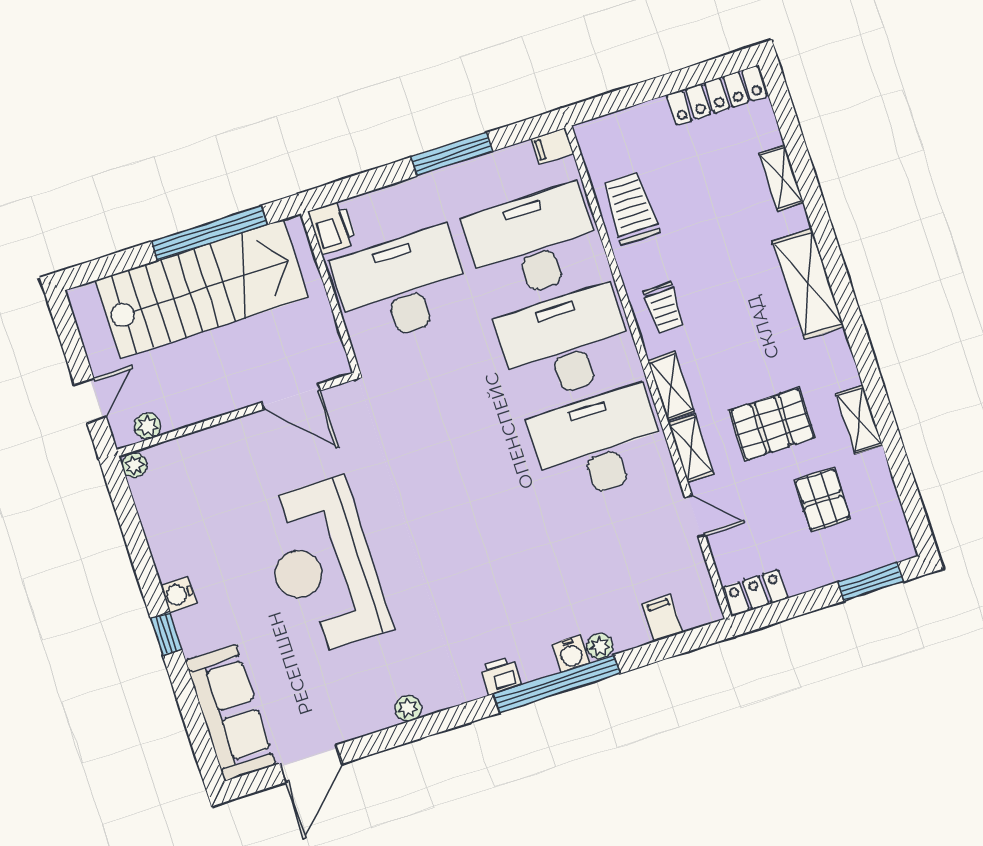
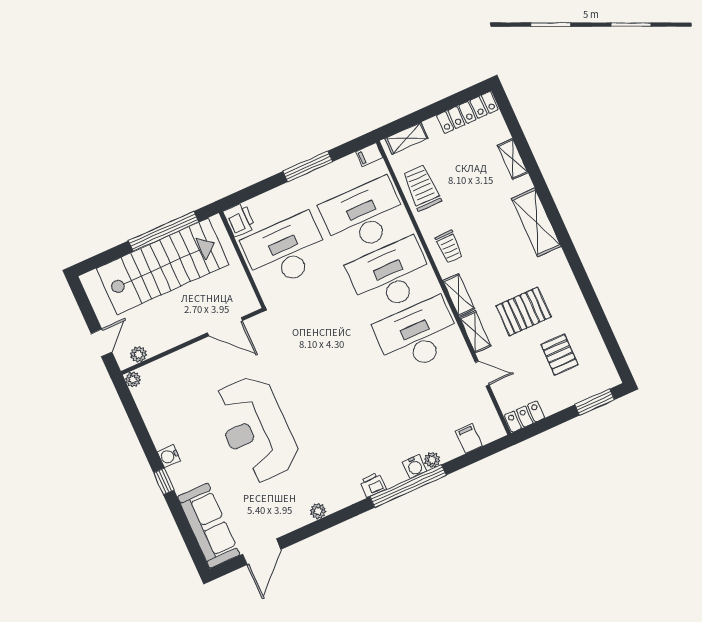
shelving: (859, 420) -> (407, 138), moved, turned 90

